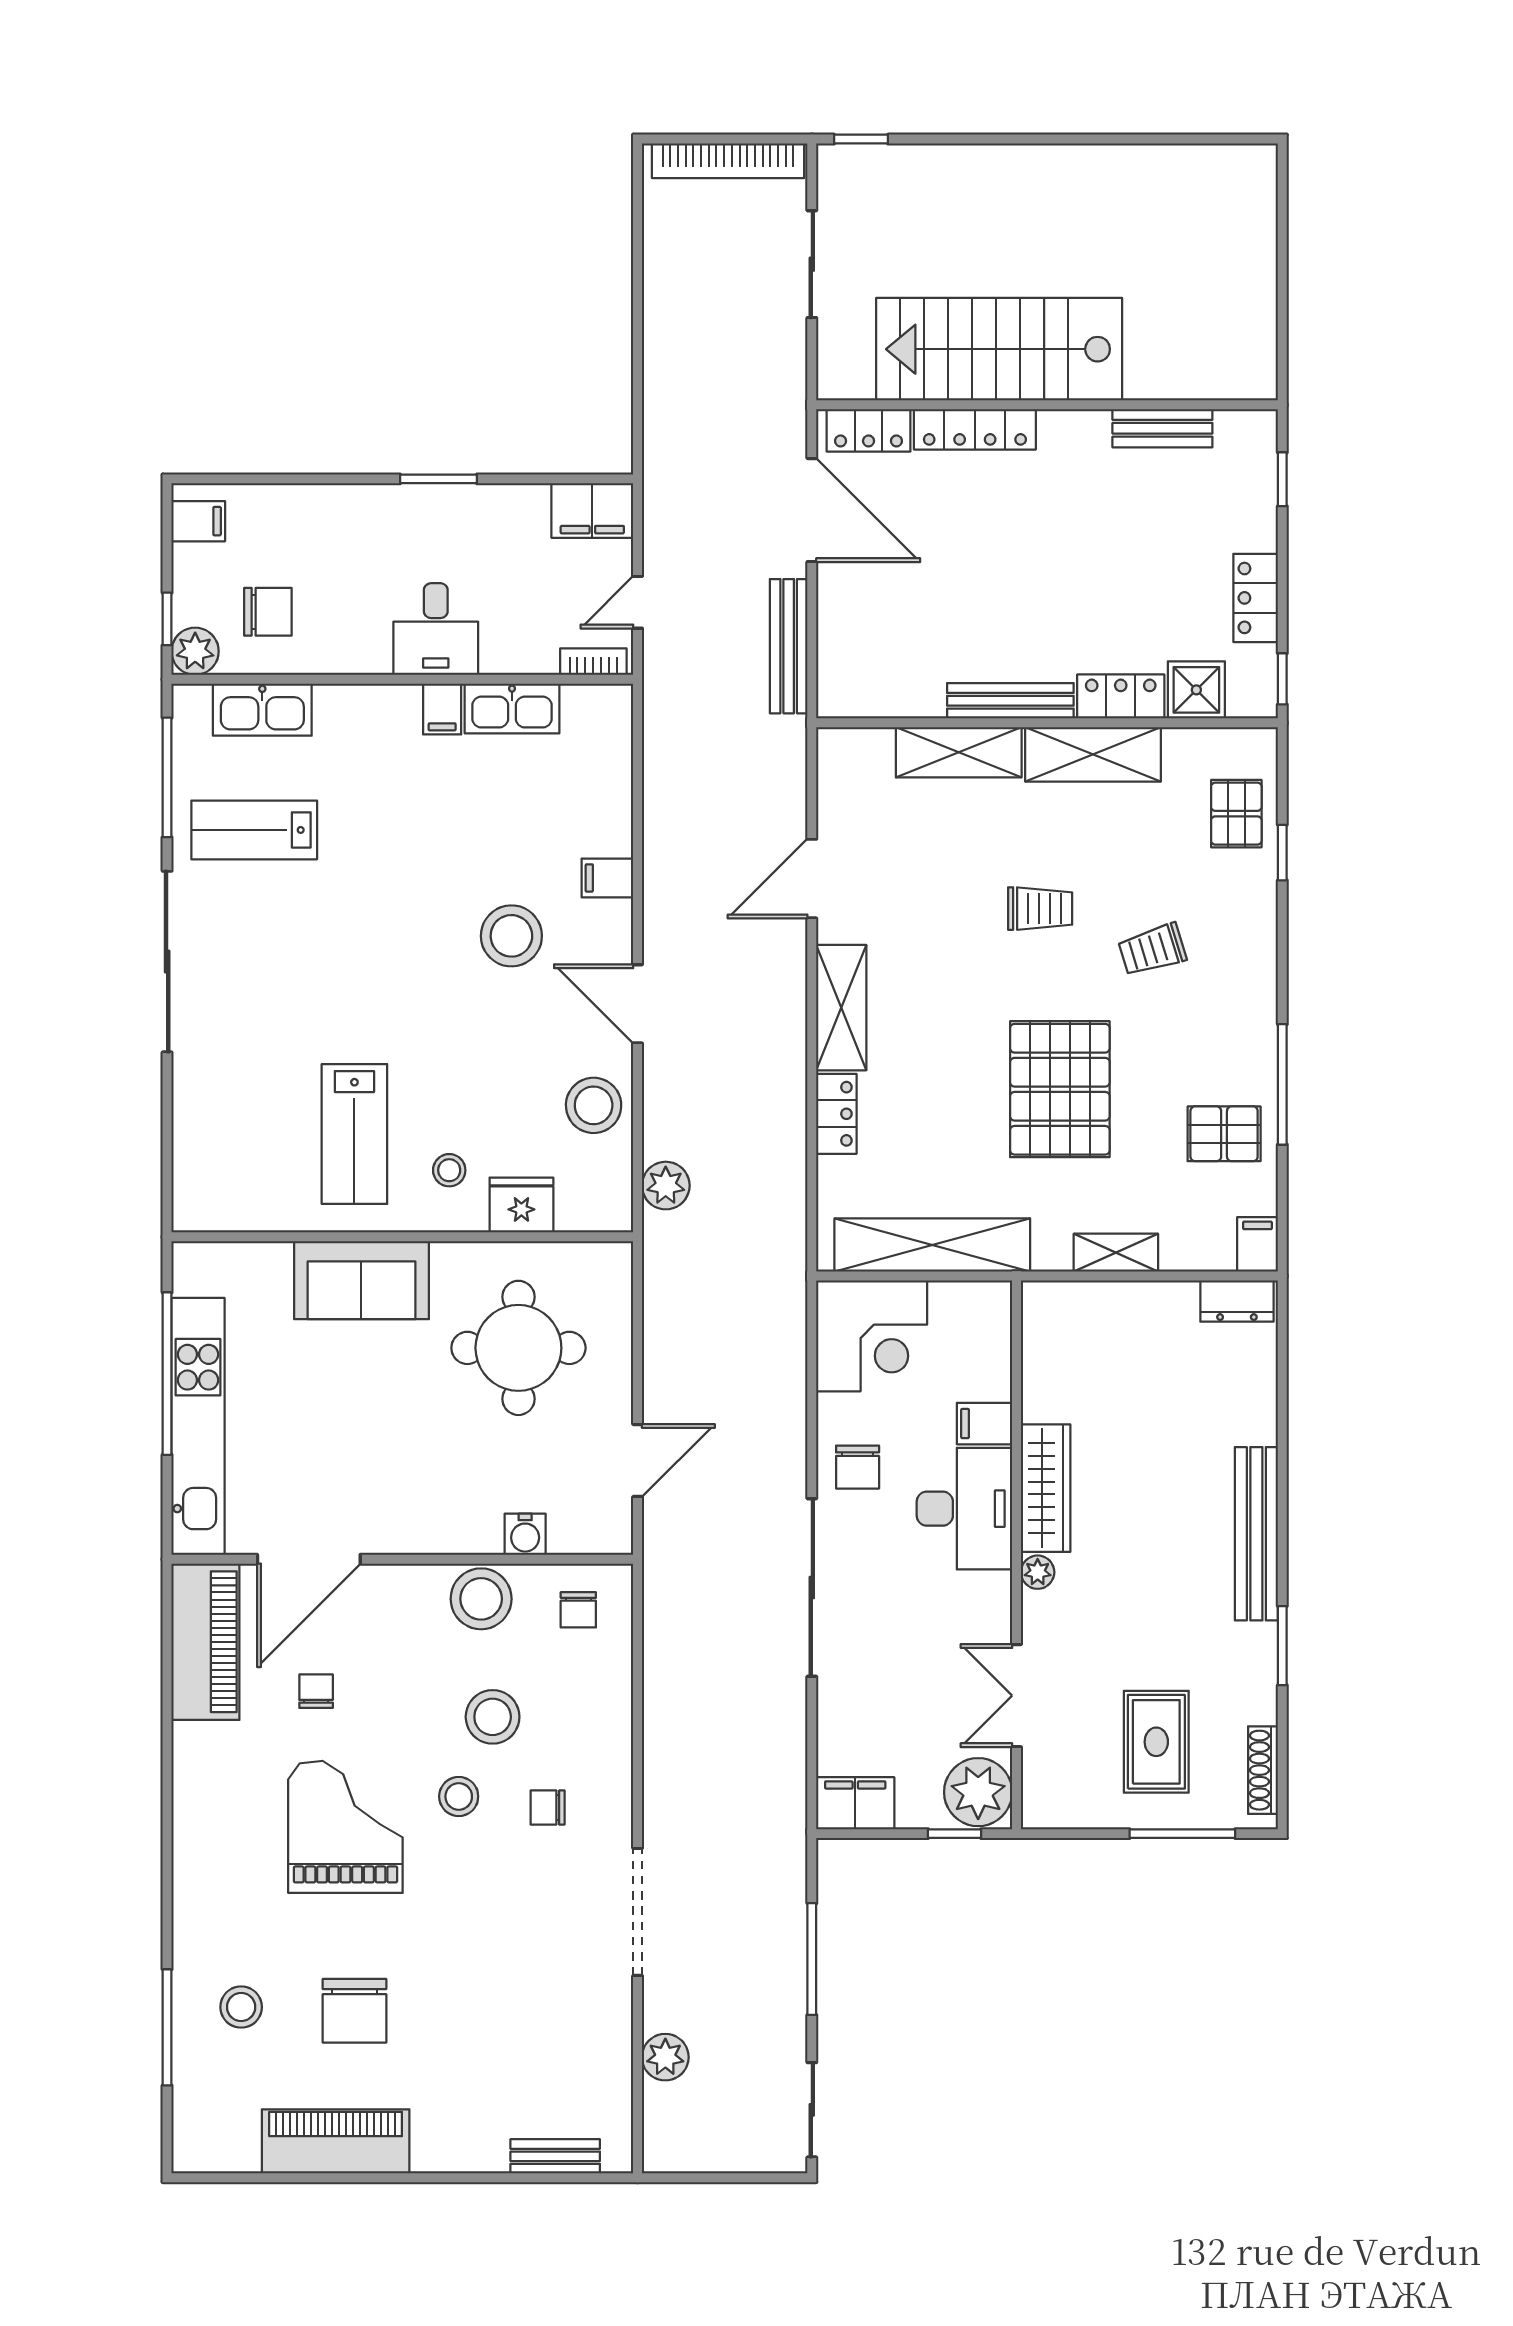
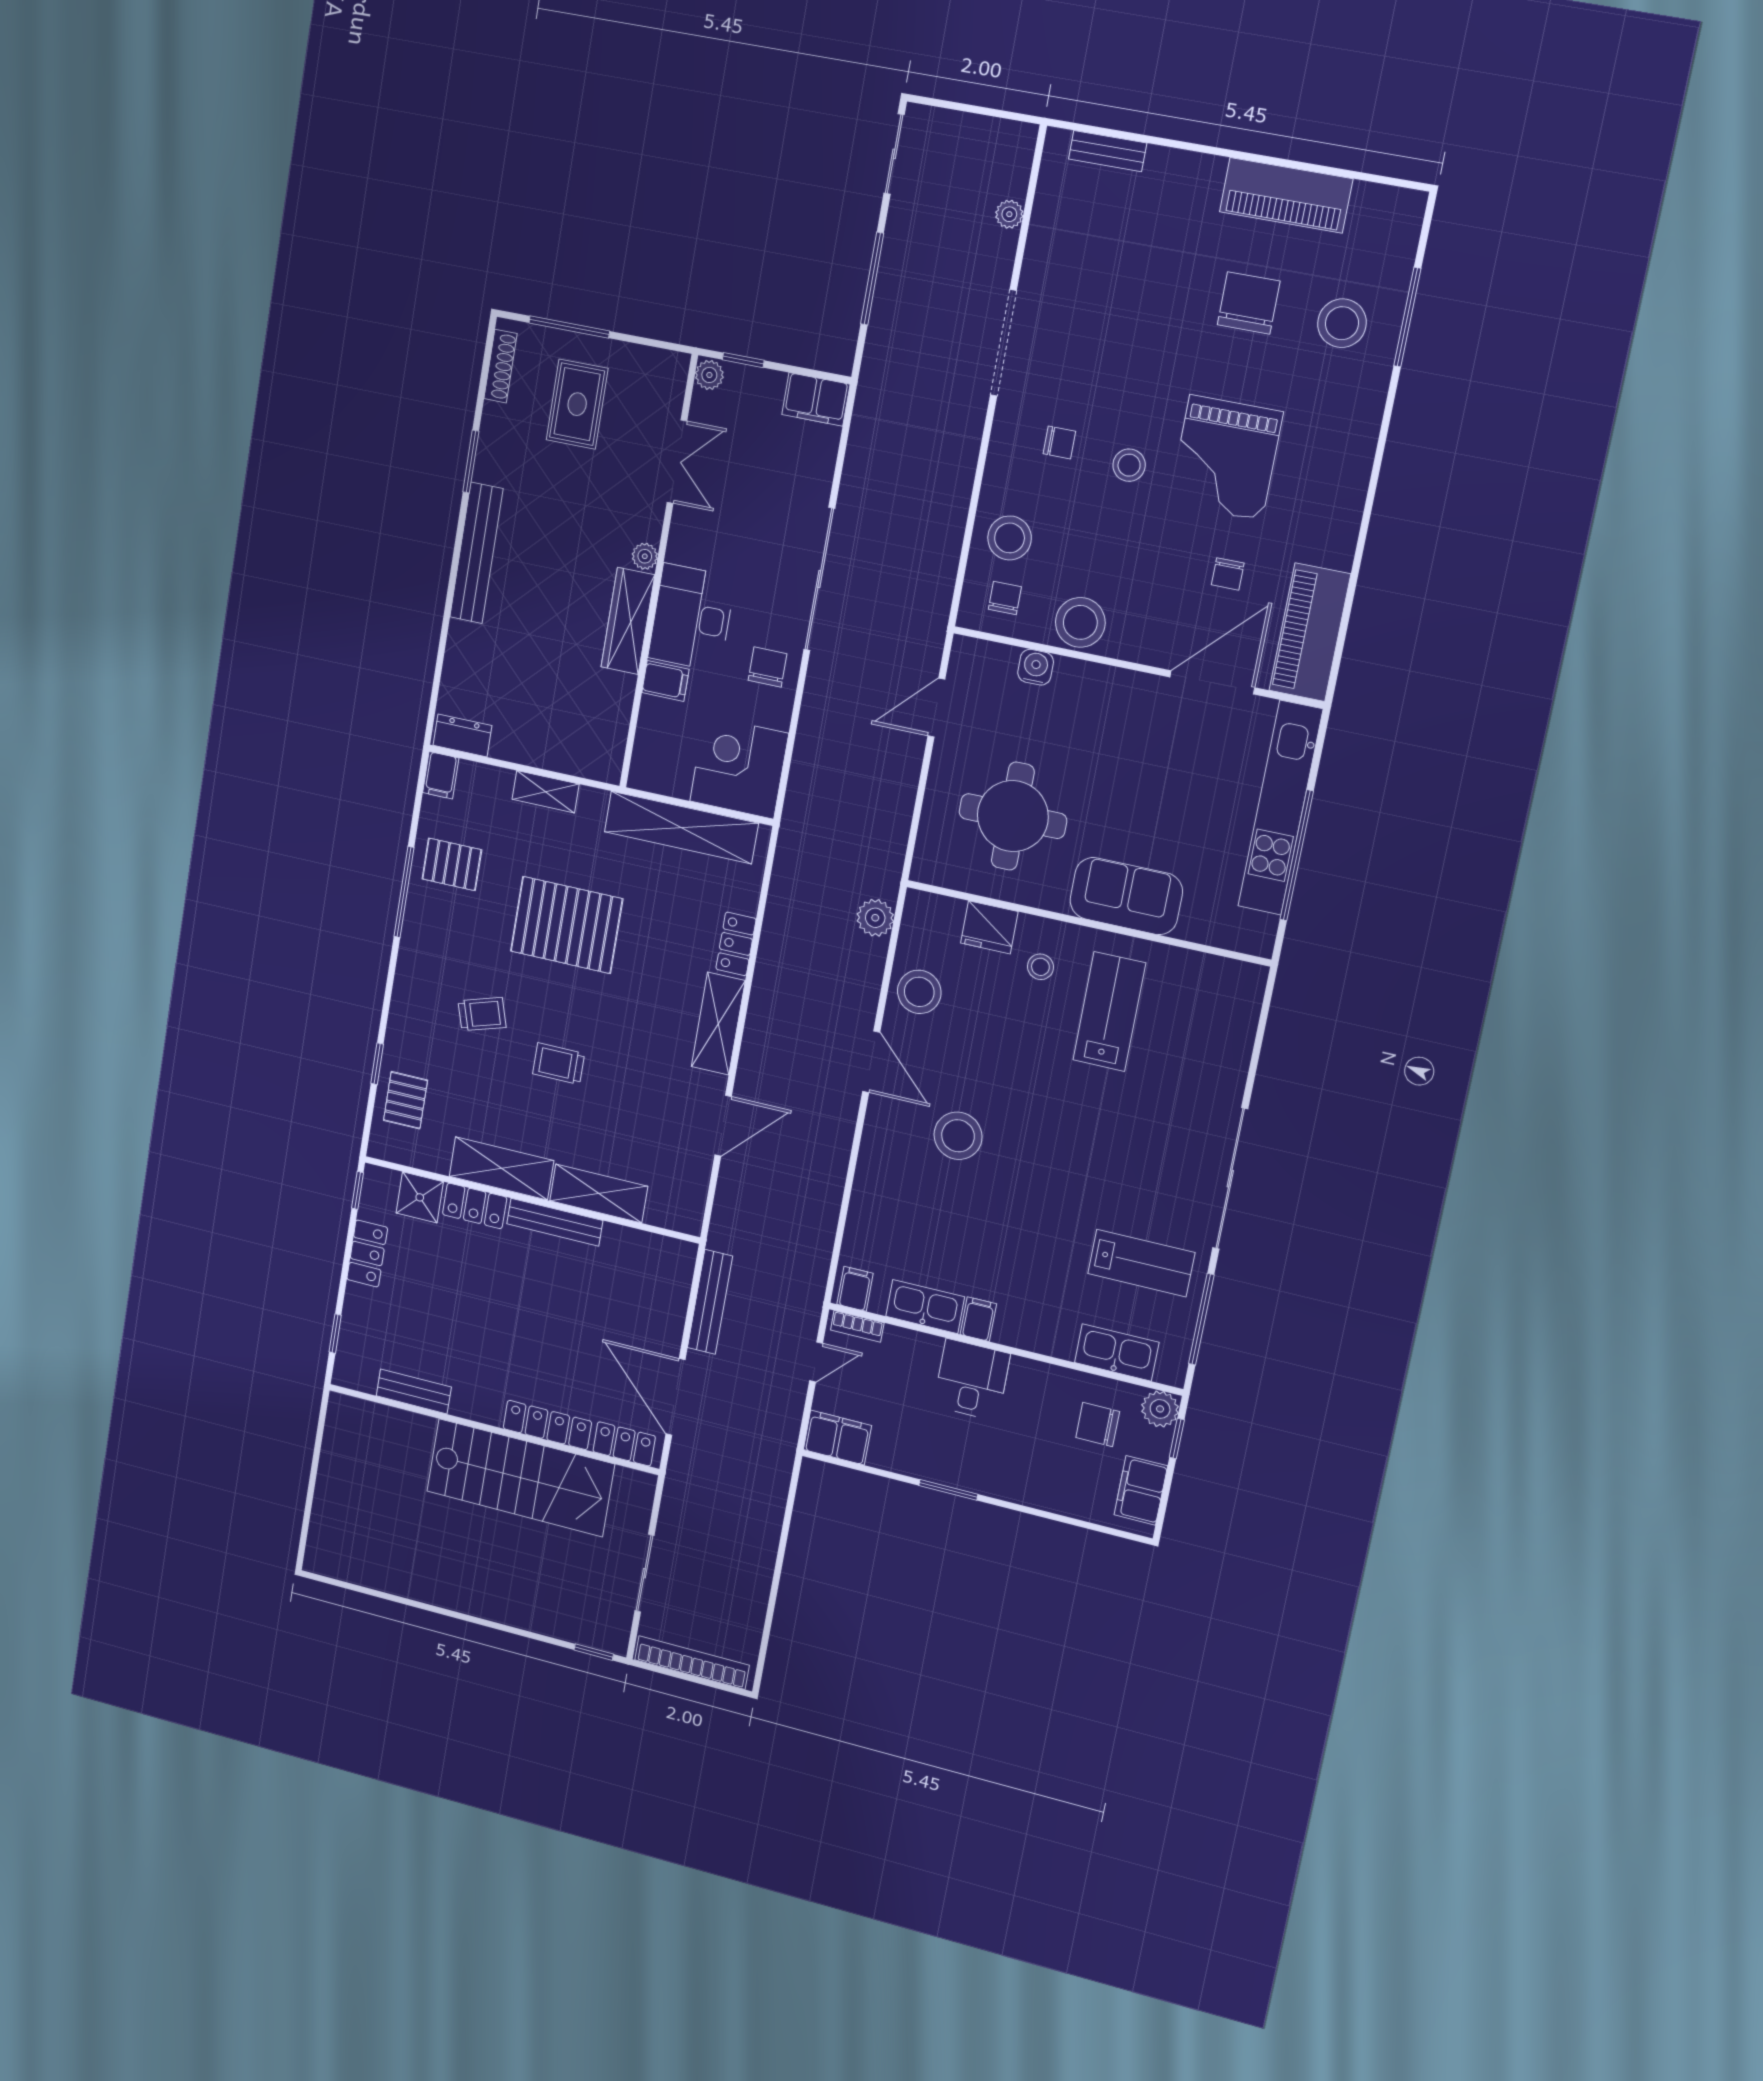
filing cabinet: (198, 521) -> (1141, 1490), width x2.00
filing cabinet: (607, 878) -> (855, 1289), moved, turned -90
pallet: (1060, 1089) -> (567, 925), turned 90
stool: (493, 1717) -> (1010, 538), moved
plant: (978, 1792) -> (709, 375), width x0.53, depth x0.53
stool: (241, 2007) -> (1342, 323), width x1.38, depth x1.38
plant: (665, 2057) -> (1009, 214), width x0.73, depth x0.73

